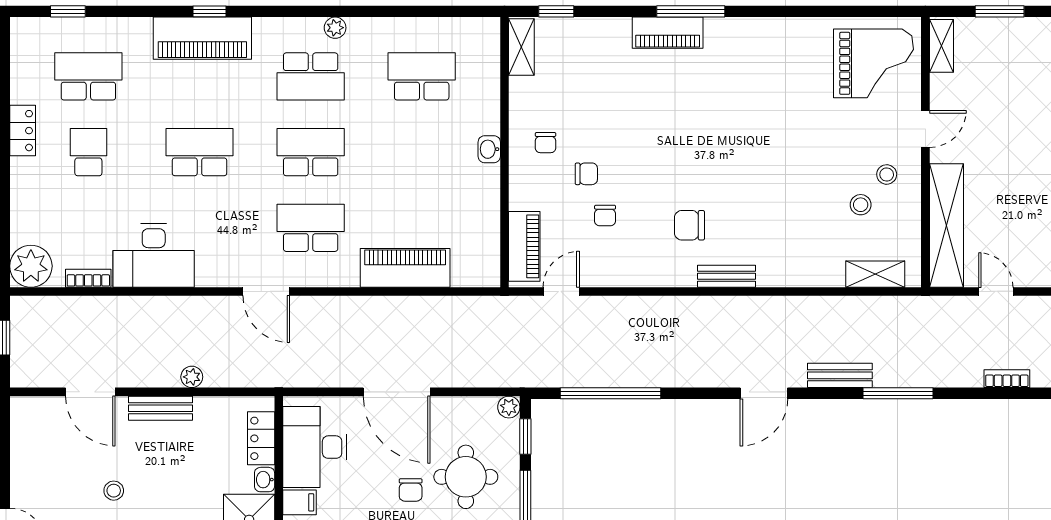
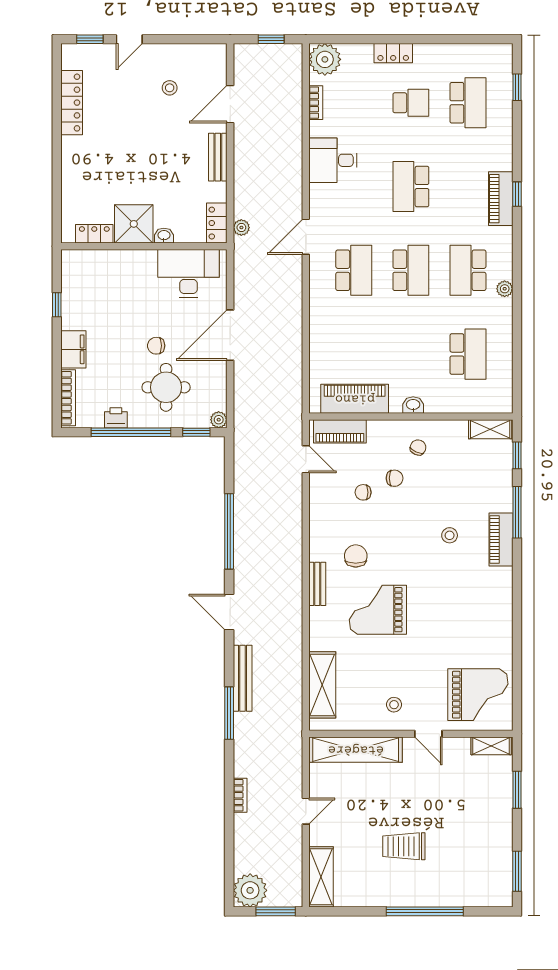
window: (691, 11) -> (517, 512), moved
piano: (202, 38) -> (501, 199), width x0.73, depth x0.75
grand piano: (873, 63) -> (478, 695), turned -90
locker: (23, 131) -> (393, 53), moved
chair: (546, 143) -> (418, 447), turned 114
school desk: (199, 152) -> (411, 187), turned 180
chair: (586, 174) -> (395, 478), turned -90
grand piano: (761, 196) -> (378, 610), added
stool: (861, 205) -> (450, 535), moved
desk: (154, 255) -> (333, 160), width x0.73
piano: (405, 268) -> (355, 399), moved, turned -90
shelving: (875, 274) -> (322, 685), width x1.50, depth x1.33
door: (996, 291) -> (306, 811), moved
bench: (840, 375) -> (243, 678), width x1.36
plant: (192, 377) -> (241, 228), moved
window: (610, 393) -> (229, 531), moved
locker: (261, 438) -> (217, 223), moved, turned -90
stool: (114, 491) -> (170, 88), moved
filing cabinet: (300, 502) -> (147, 262), removed

